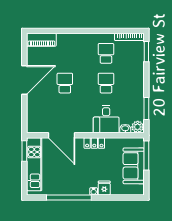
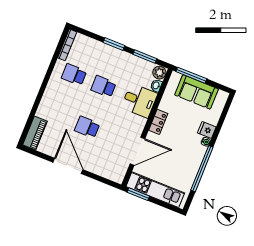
window: (146, 52) -> (114, 44), moved

